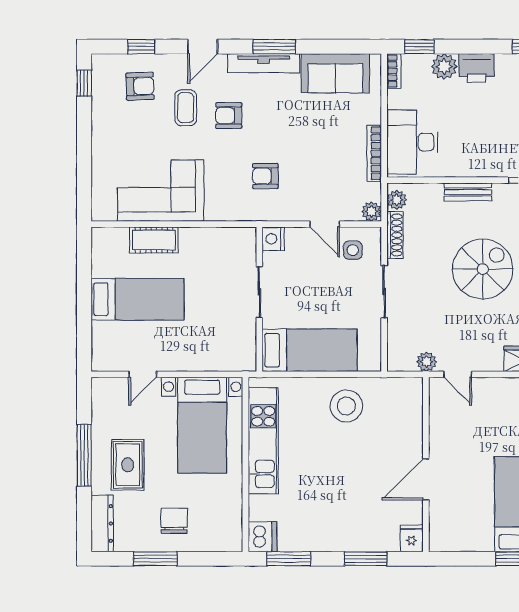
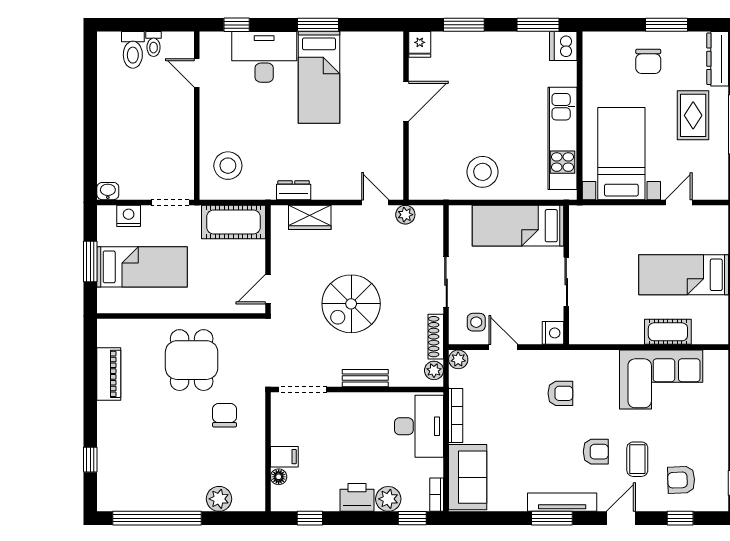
sofa: (335, 73) -> (468, 477), moved, turned 90

